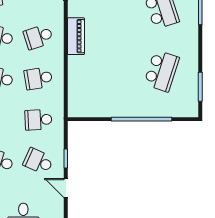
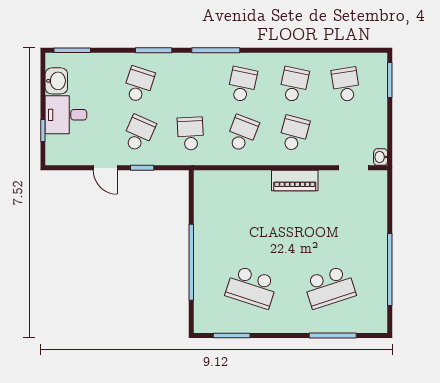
school desk: (38, 37) -> (294, 134), turned 33
school desk: (38, 78) -> (242, 134), turned 30
door: (66, 188) -> (105, 168), swing flipped

